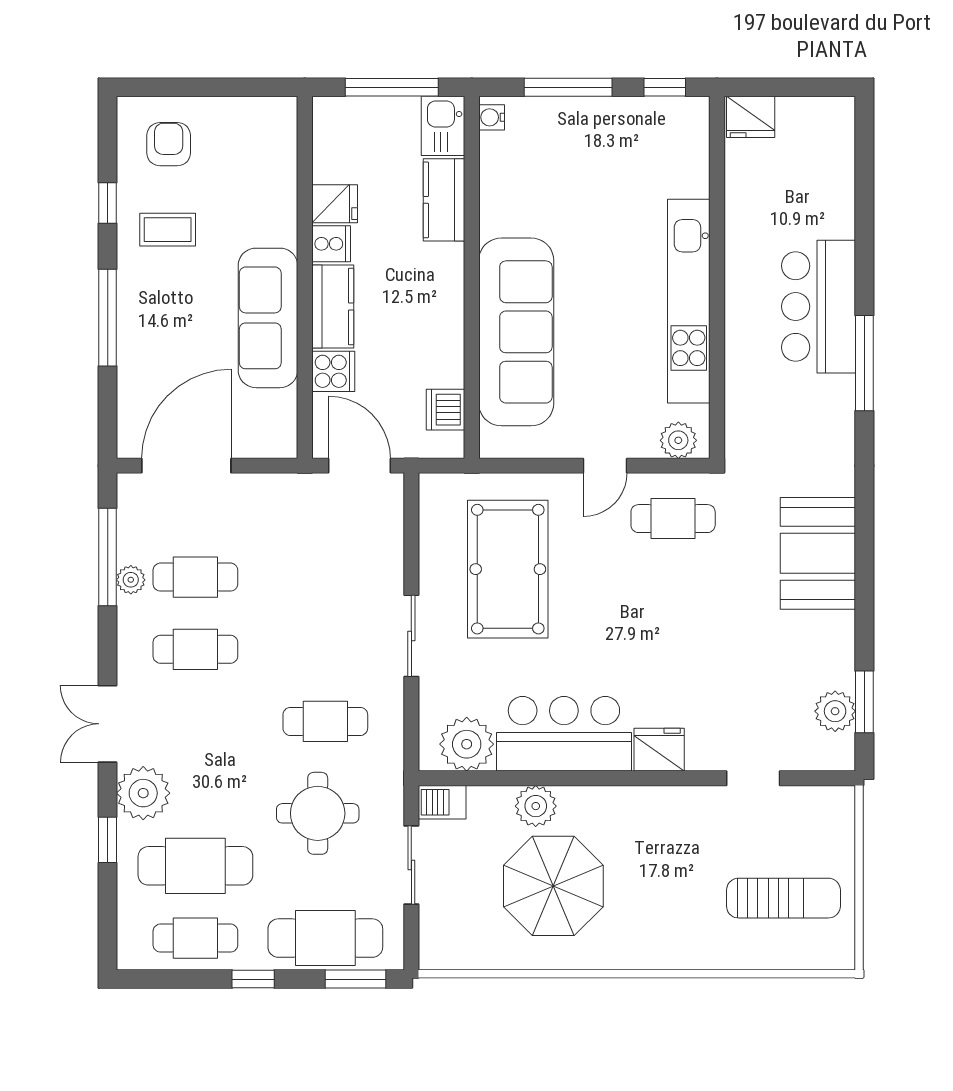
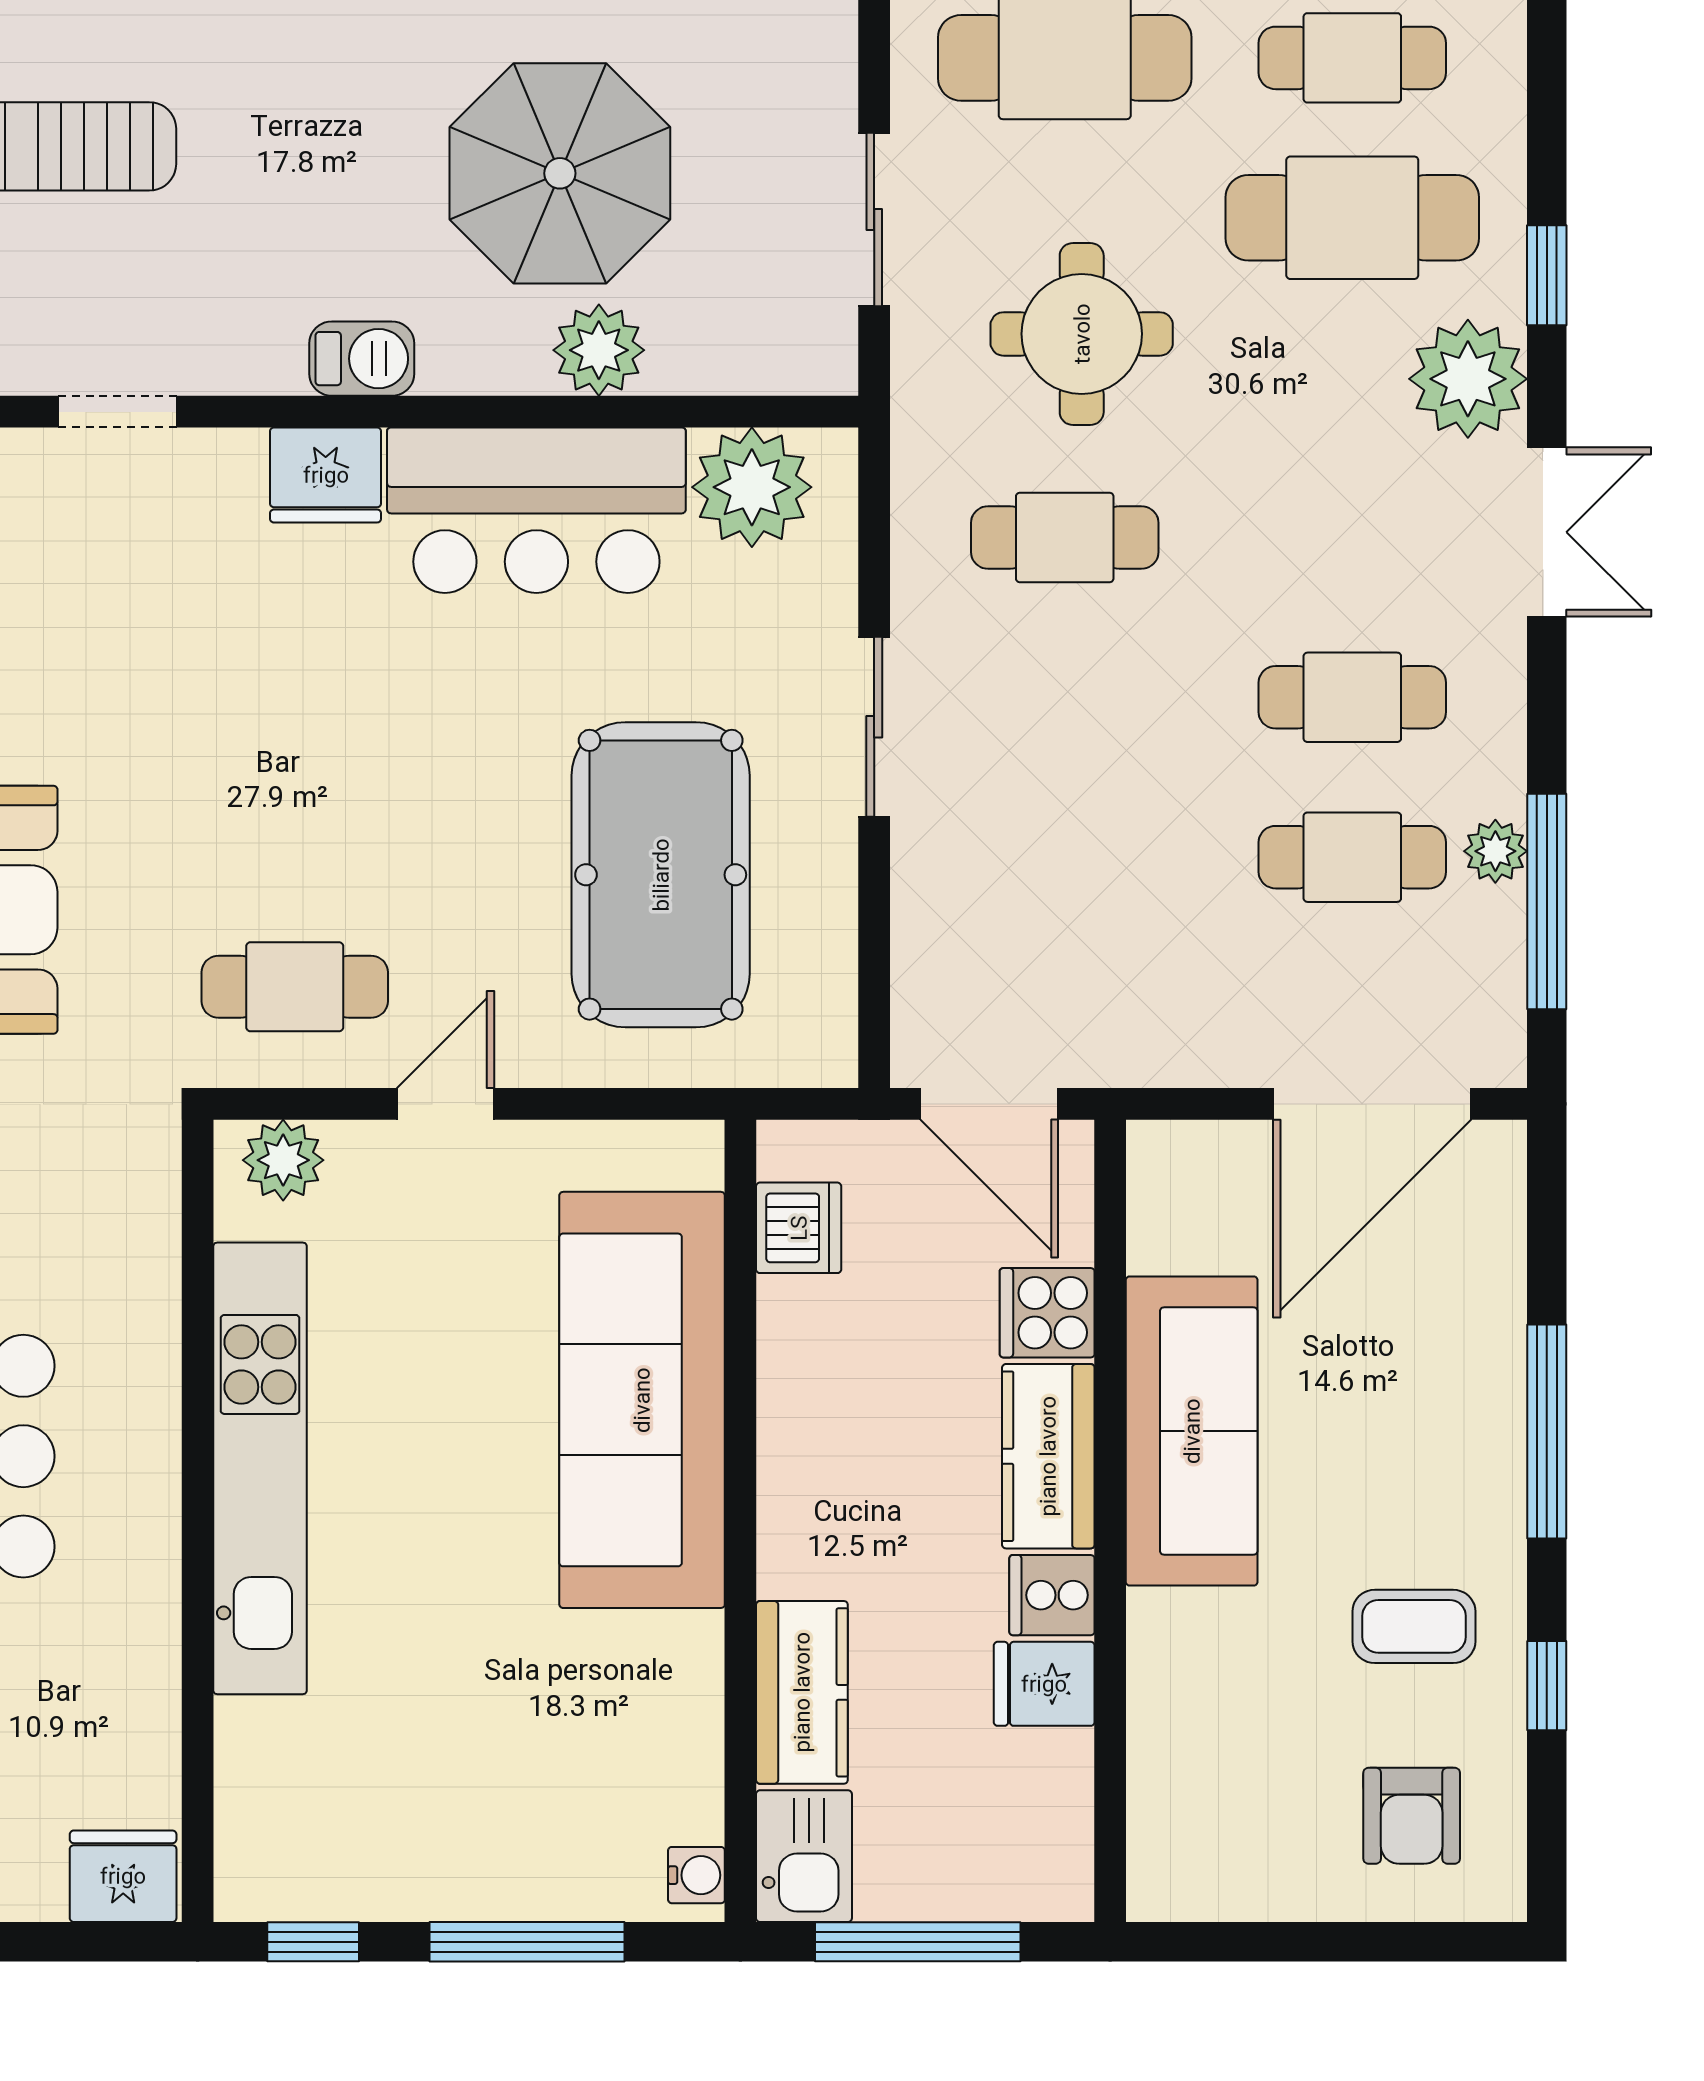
barbecue: (442, 802) -> (362, 359), moved

